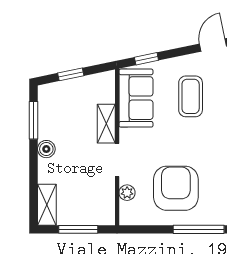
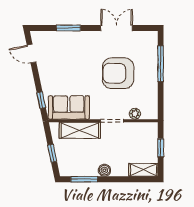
coffee table: (191, 96) -> (68, 69), removed
shelving: (106, 124) -> (80, 130), width x1.50, depth x1.33
armchair: (176, 188) -> (118, 73), moved
window: (78, 229) -> (161, 148), width x0.67

